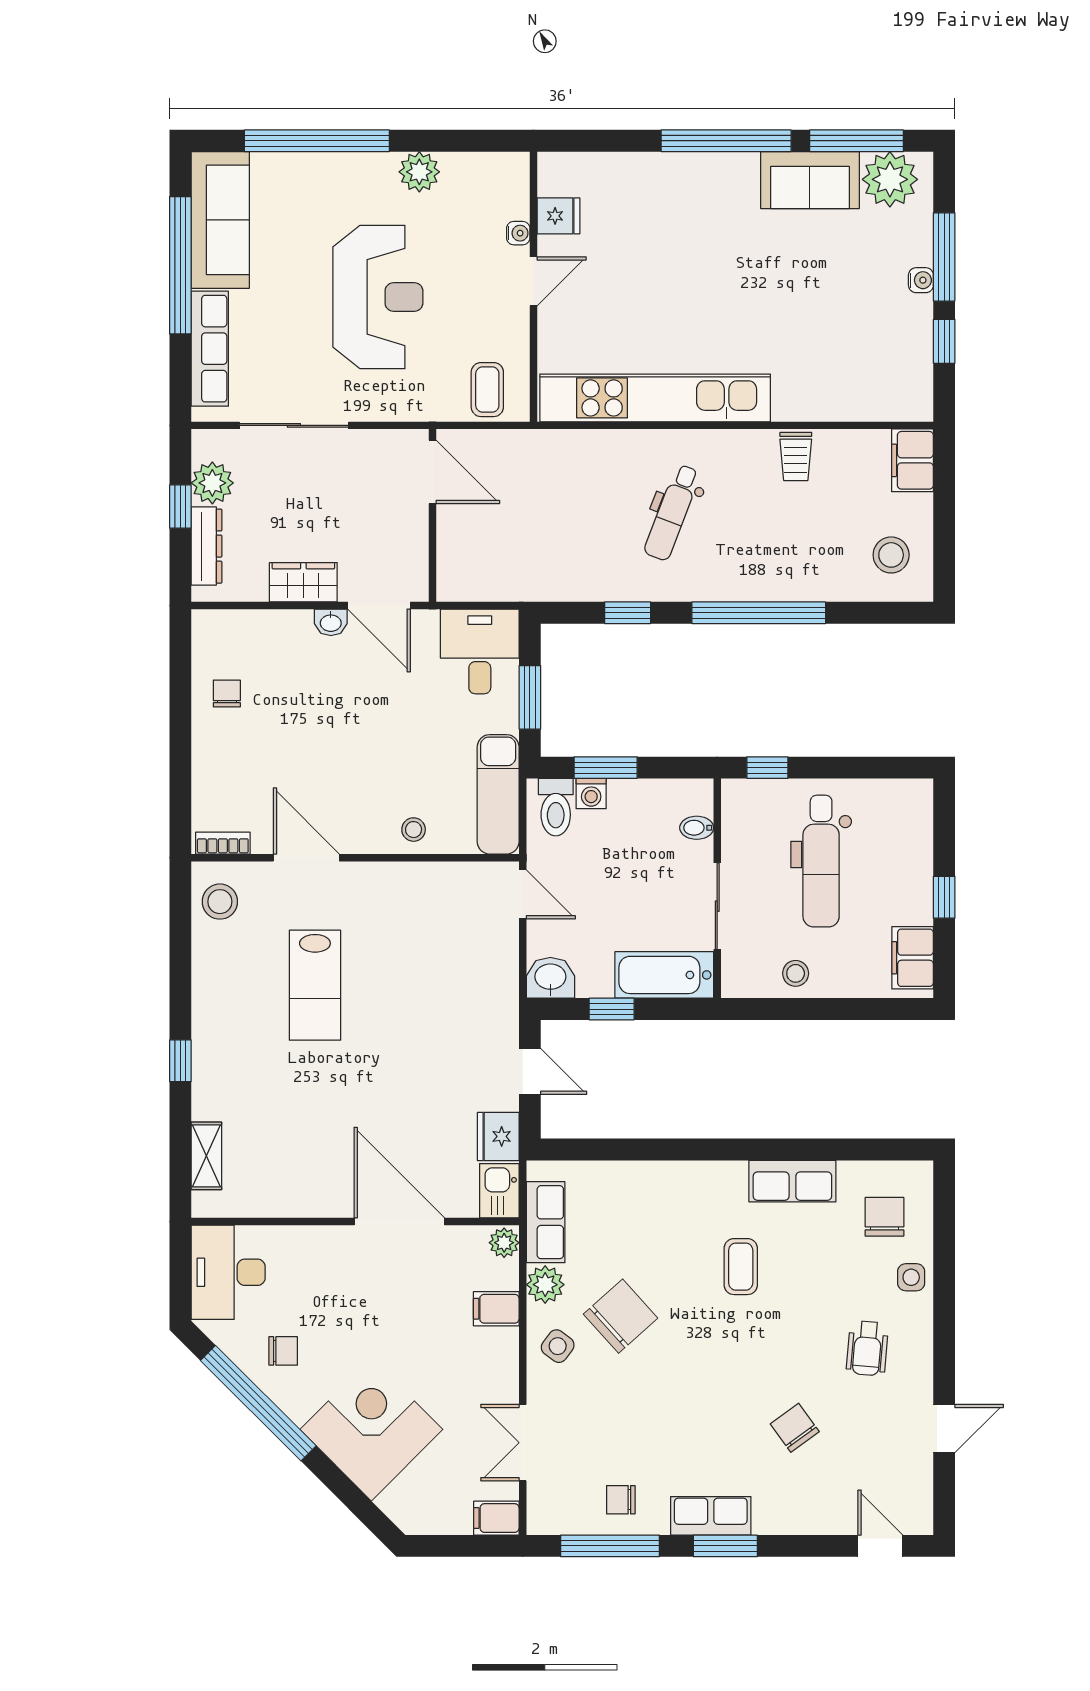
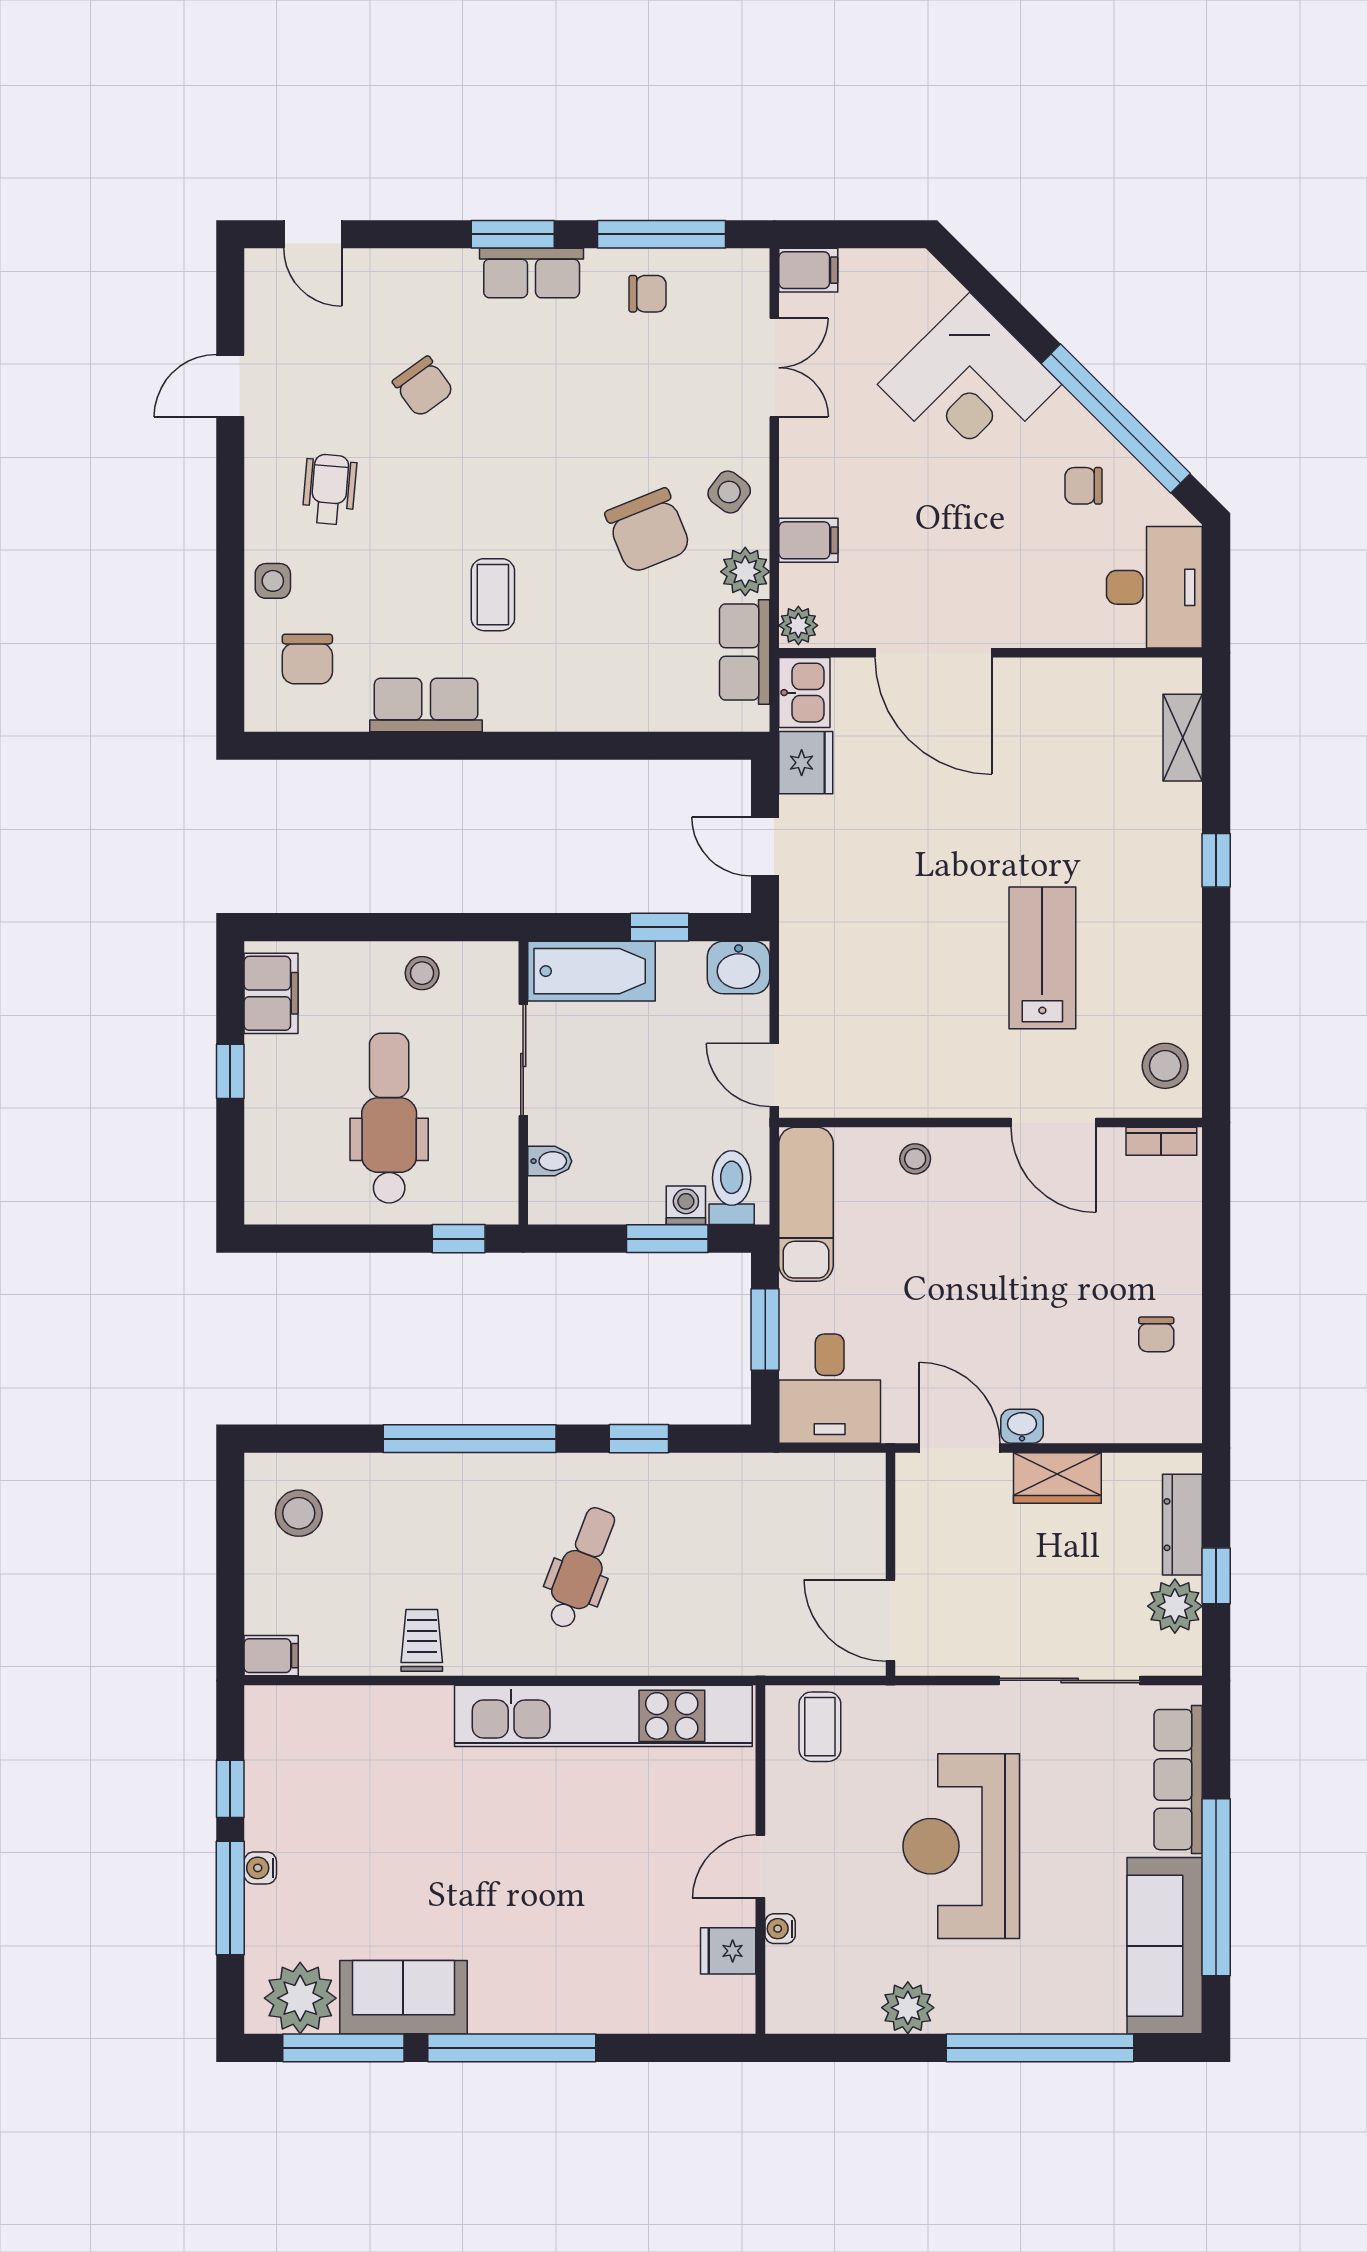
filing cabinet: (912, 460) -> (271, 1656), width x0.50
chair: (621, 1316) -> (648, 531), turned -70

